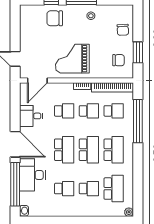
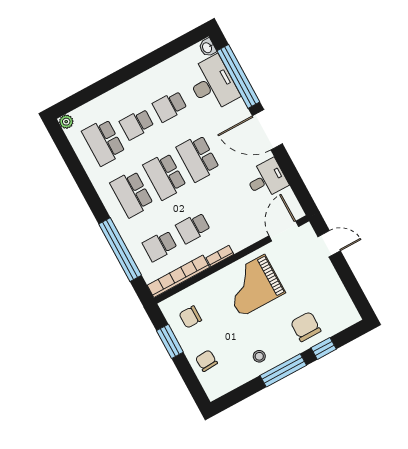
chair: (55, 18) -> (306, 327), turned -90
grand piano: (72, 59) -> (253, 286), turned 180
school desk: (64, 111) -> (226, 210), removed
desk: (32, 175) -> (213, 84), moved

